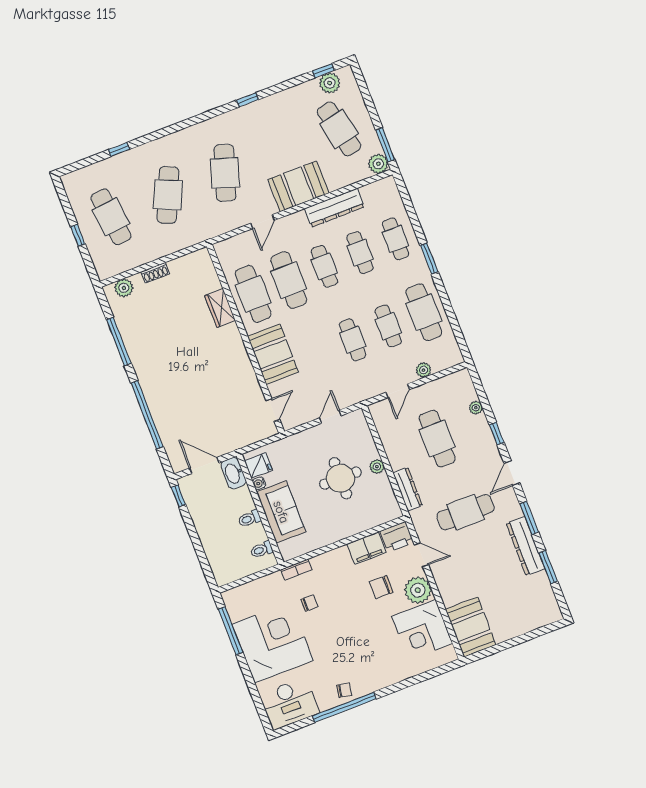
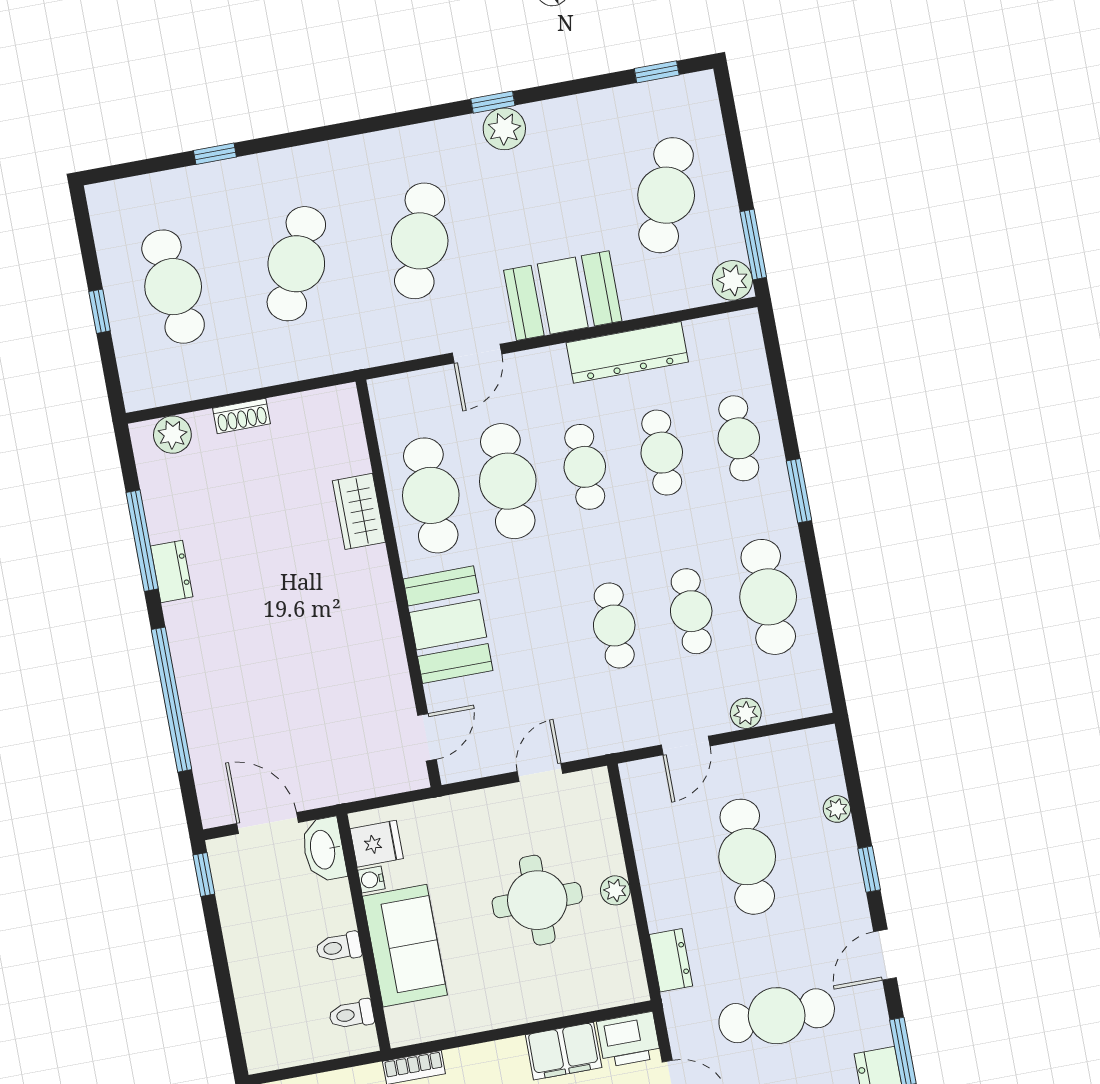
plant: (330, 83) -> (504, 129), moved
cafe table: (339, 129) -> (666, 195), turned 33
dresser: (136, 354) -> (172, 571), added
dresser: (408, 489) -> (671, 960), width x0.70

